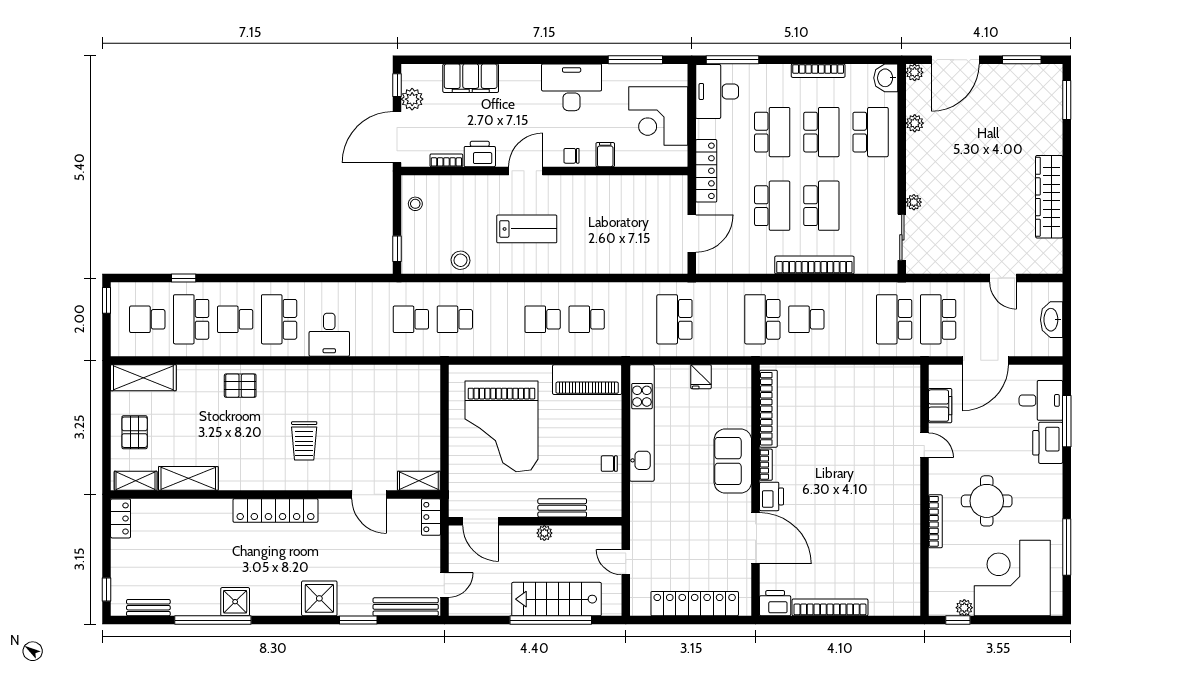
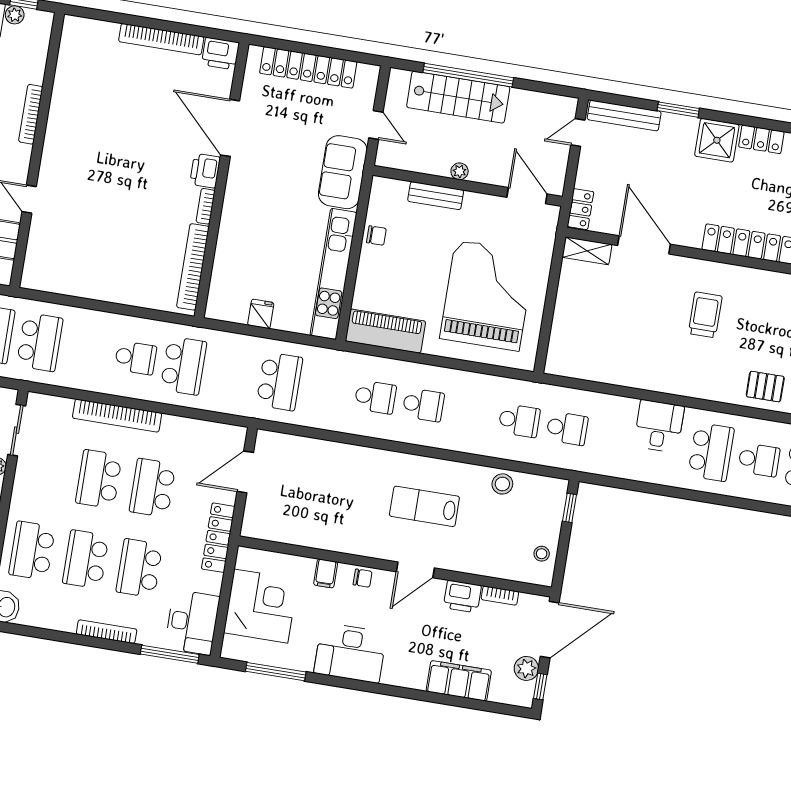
bookcase: (818, 71) -> (107, 632), moved
sofa: (733, 461) -> (343, 172), moved, turned 180
door: (369, 494) -> (644, 245), width x1.36
locker: (280, 606) -> (761, 139), added

